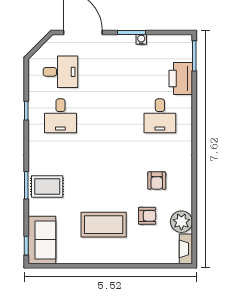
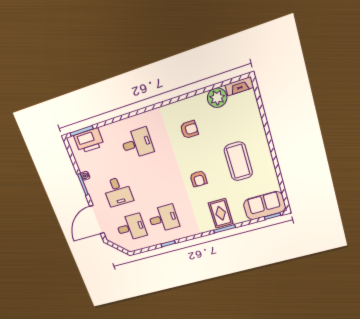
desk: (60, 72) -> (131, 227), turned 90
desk: (110, 72) -> (118, 192), added
printer: (181, 78) -> (89, 141), moved
armchair: (147, 216) -> (199, 179), moved, turned 180

